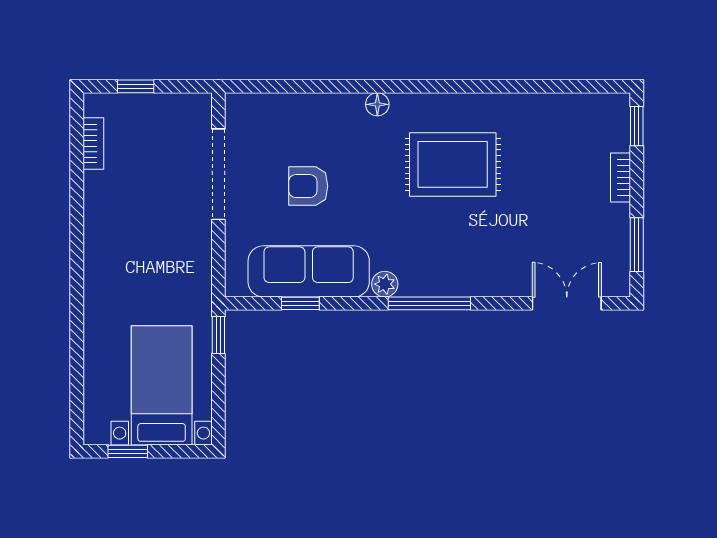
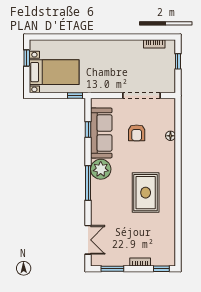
floor lamp: (377, 104) -> (170, 136), moved
armchair: (308, 186) -> (137, 133), turned 180
plant: (385, 284) -> (101, 169), width x1.87, depth x1.87

